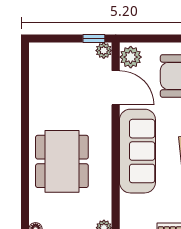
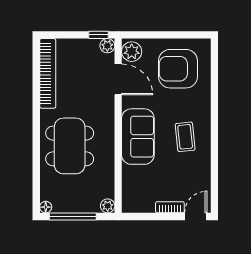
bookcase: (38, 81) -> (48, 73), added
sofa: (137, 151) -> (138, 137), width x0.73

